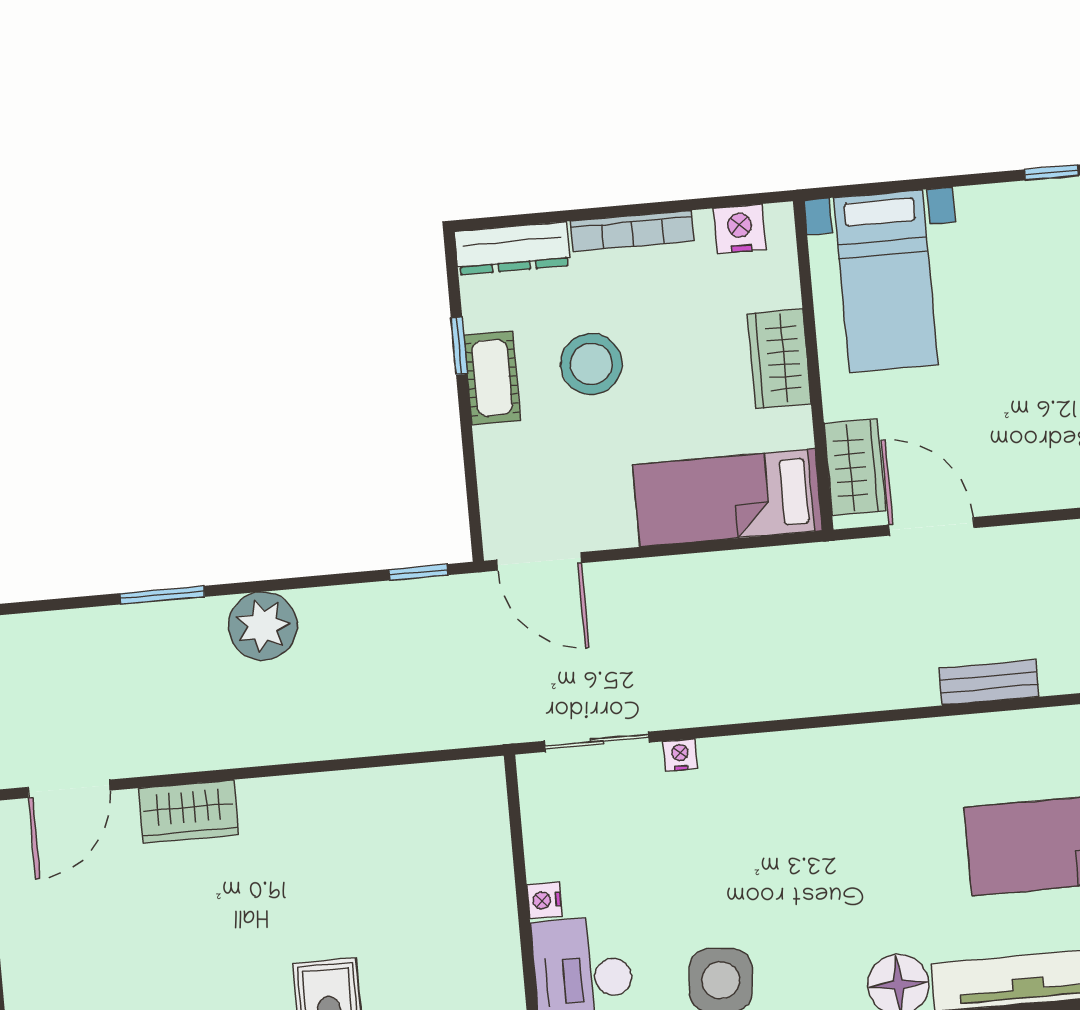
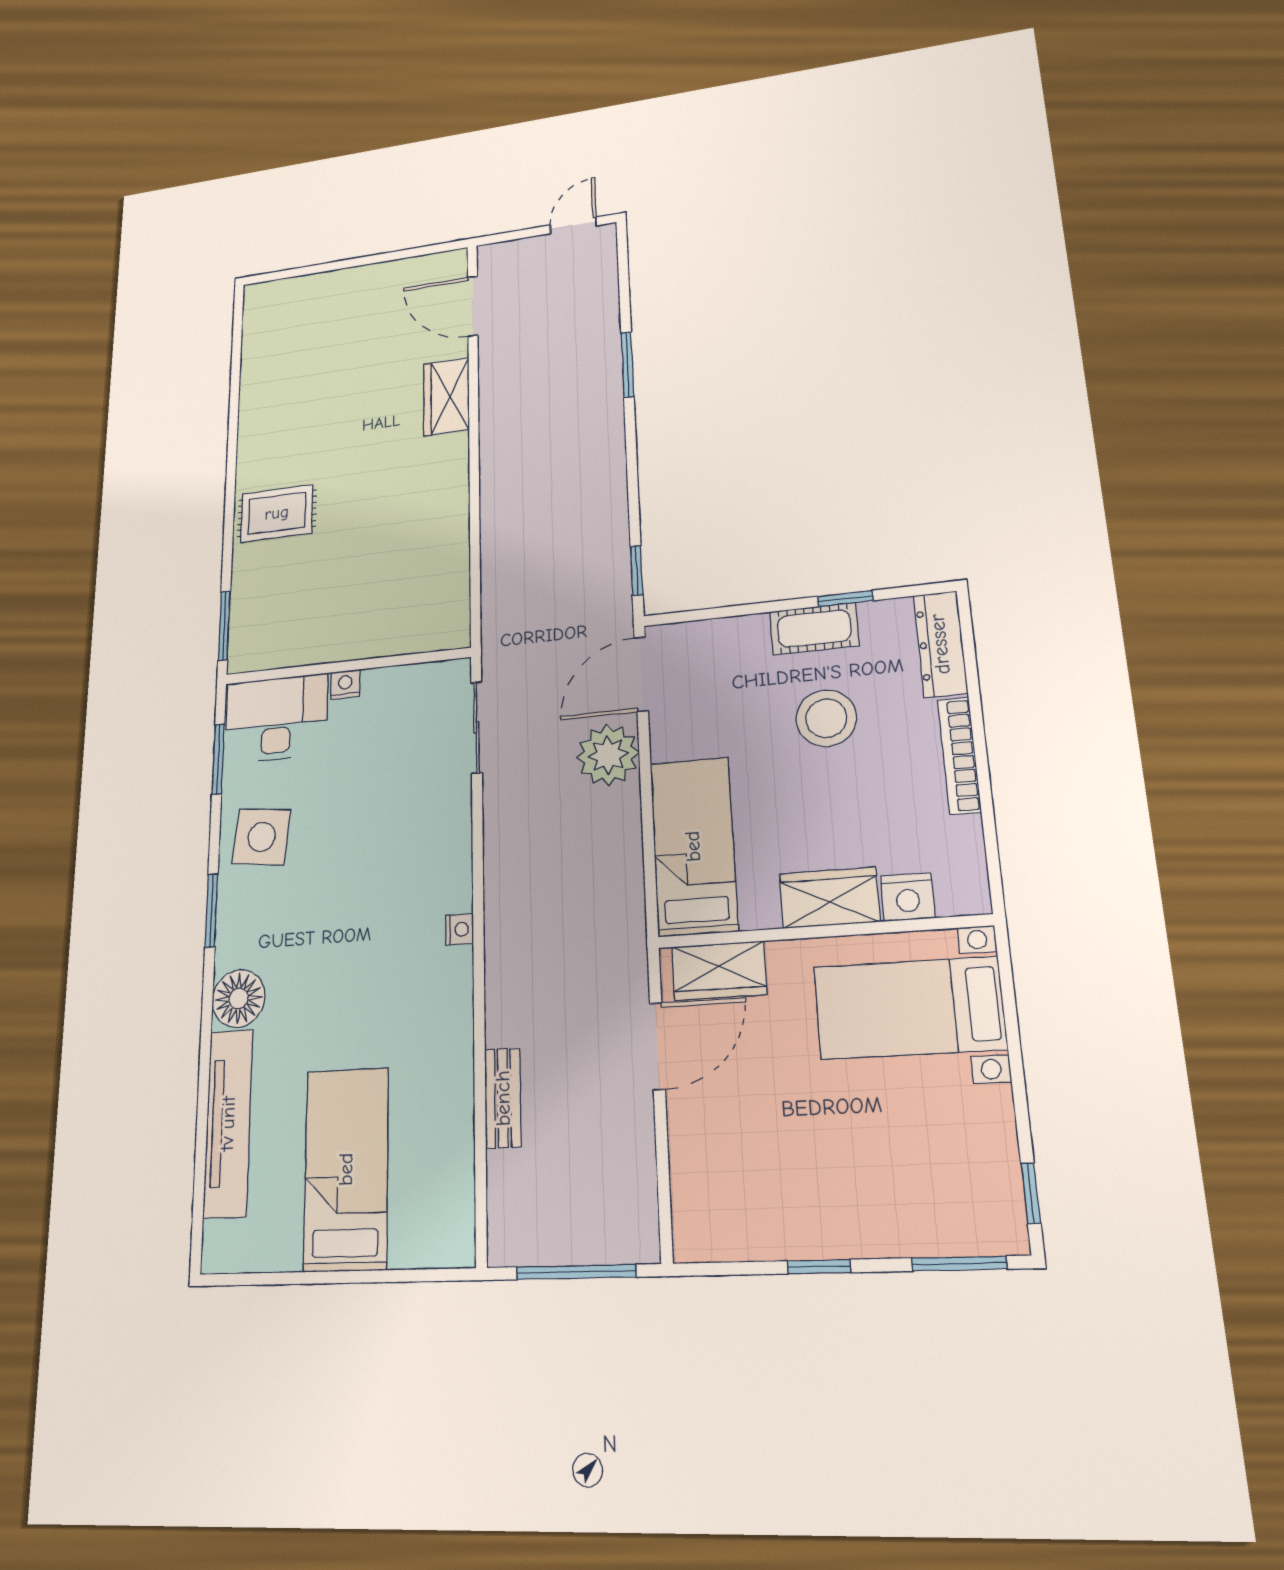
nightstand: (740, 229) -> (908, 897), moved, turned 90
plant: (263, 626) -> (608, 755), moved
nightstand: (680, 755) -> (459, 929), moved

